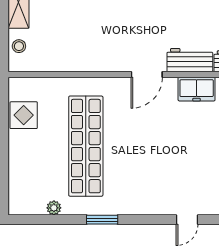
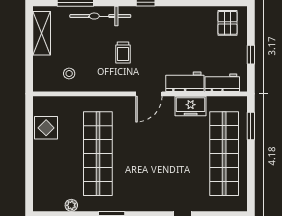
trolley: (116, 25) -> (123, 53), added
stool: (19, 46) -> (69, 74), moved

